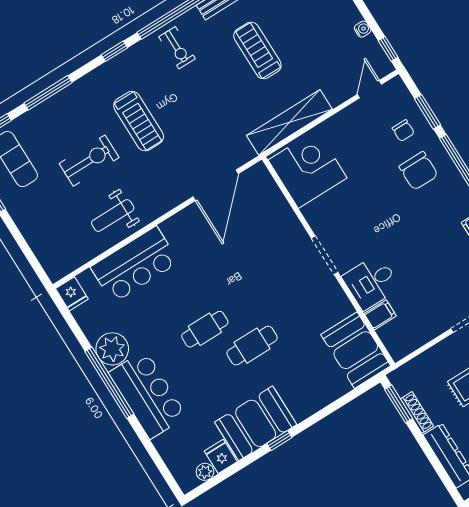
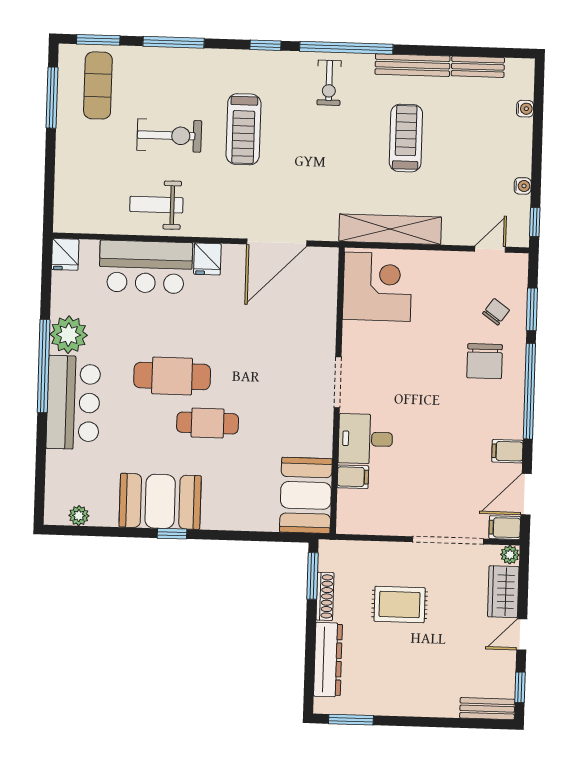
chair: (403, 131) -> (496, 312), turned -144
cafe table: (205, 329) -> (172, 376), width x1.37, depth x1.35
fridge: (221, 456) -> (207, 259), moved, turned 180

